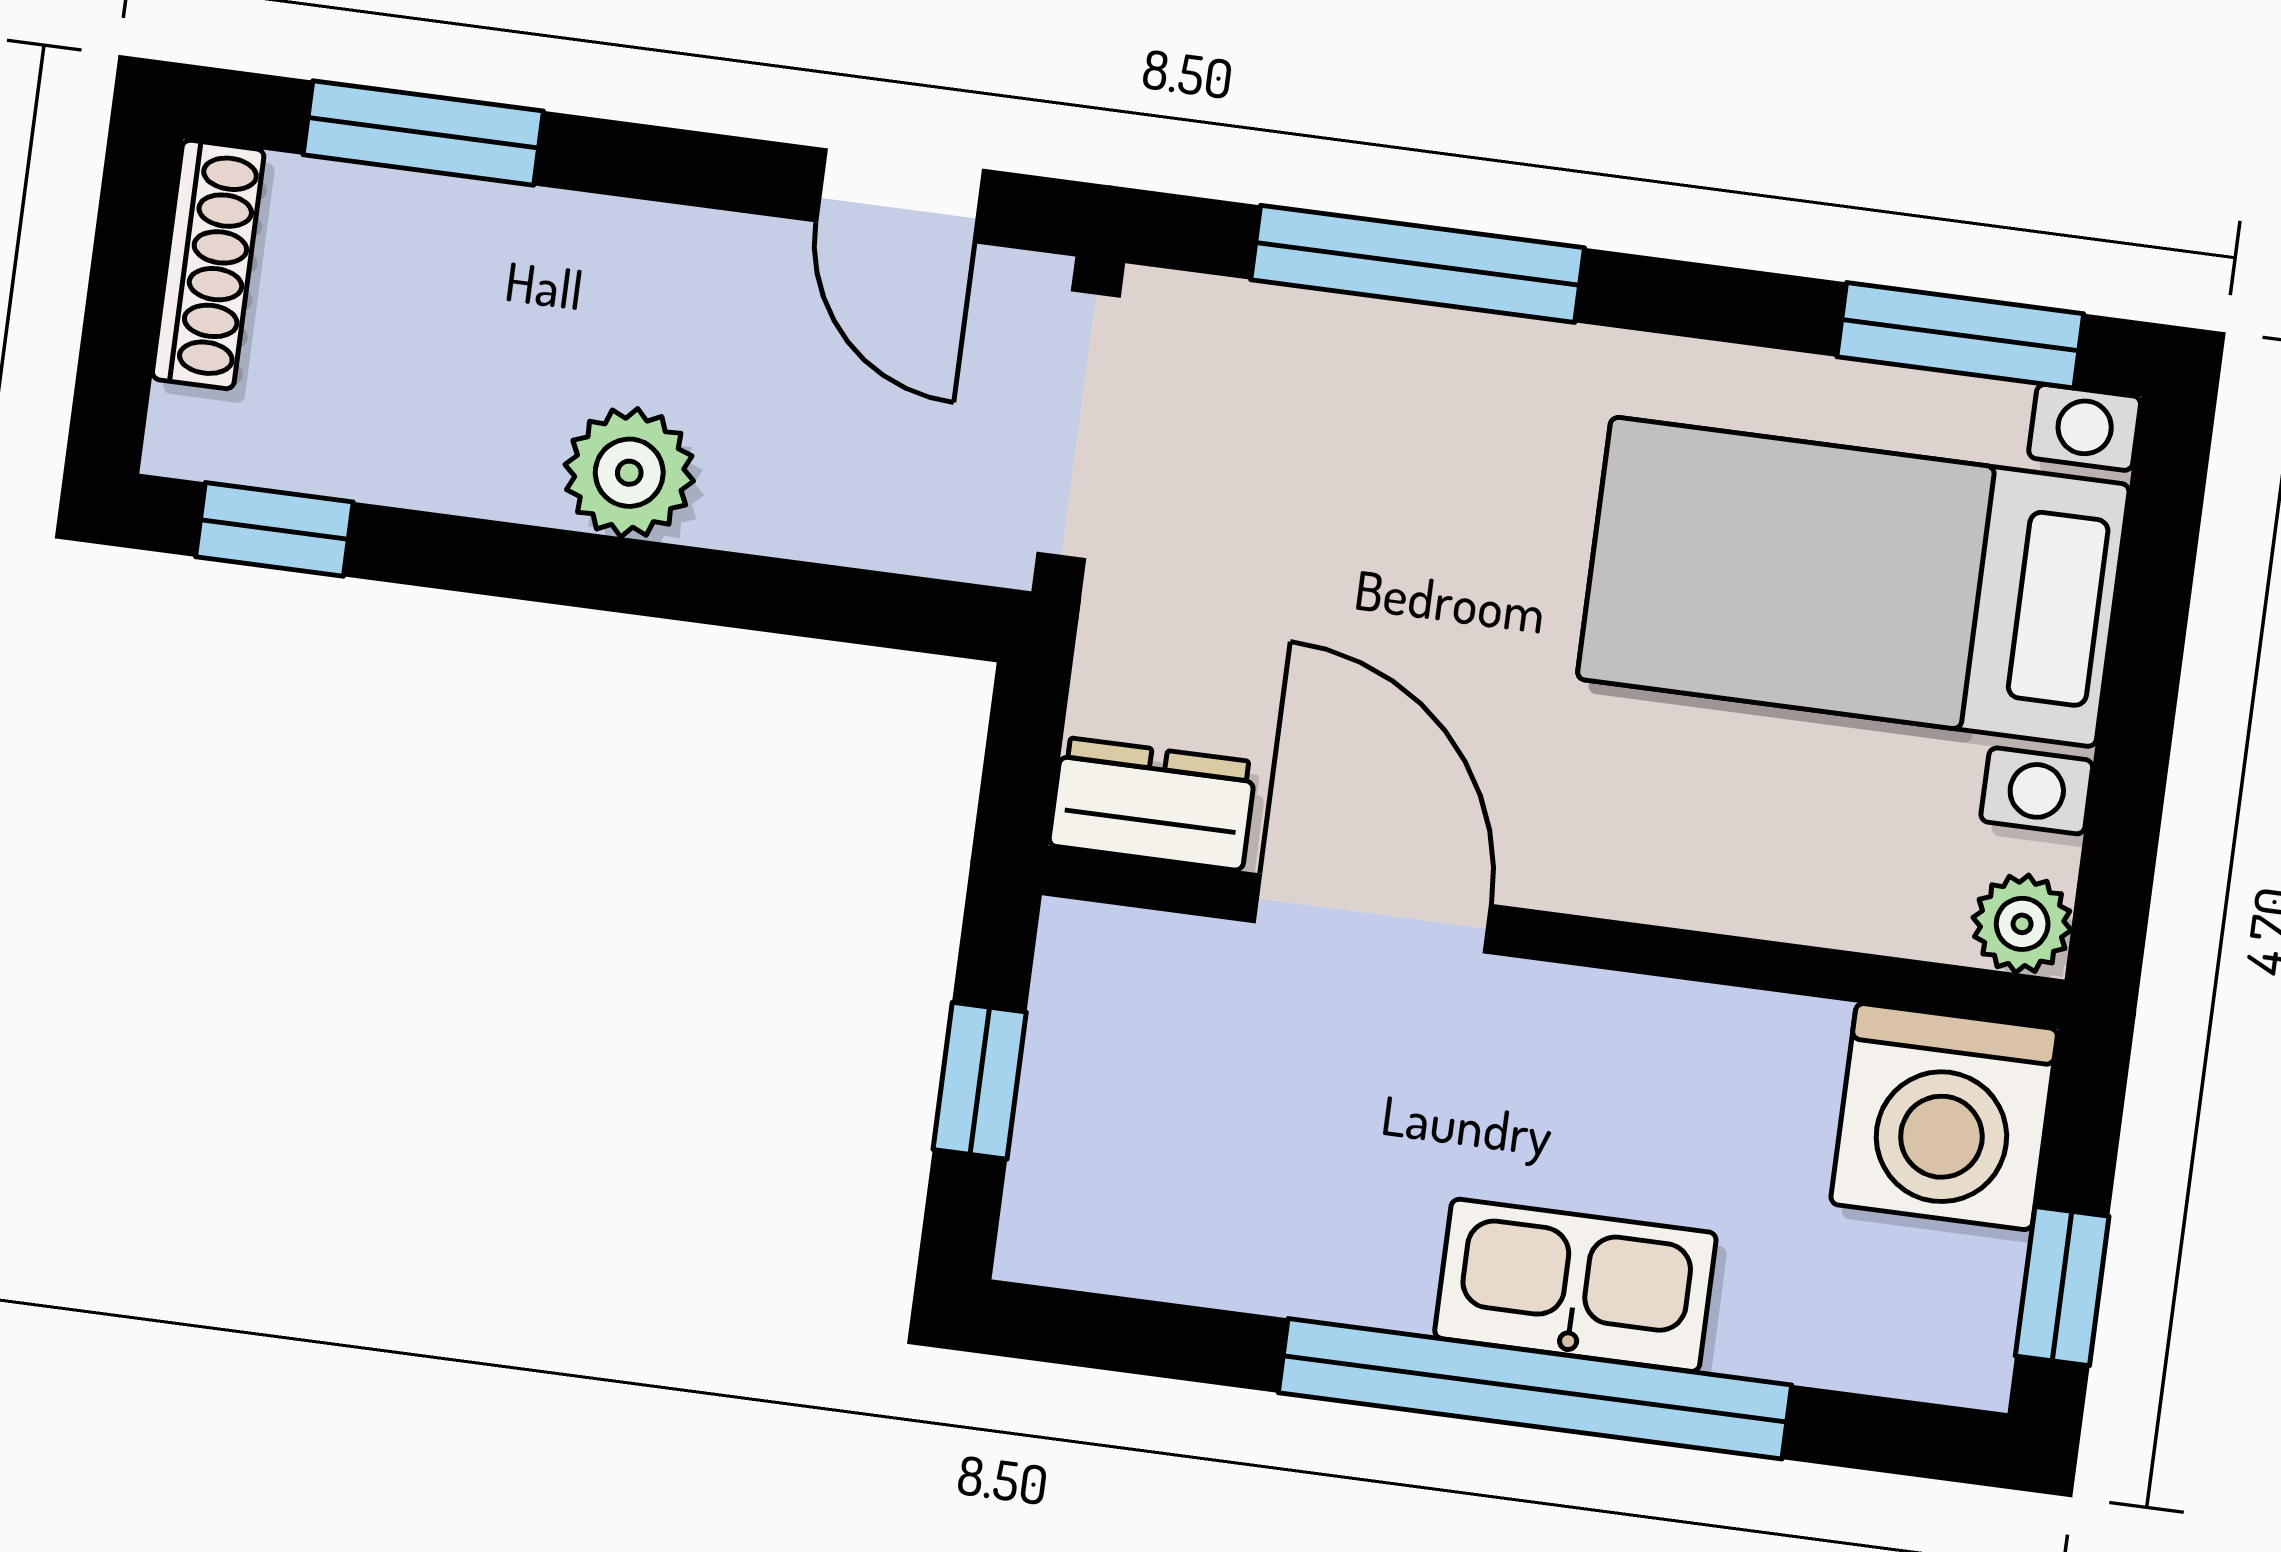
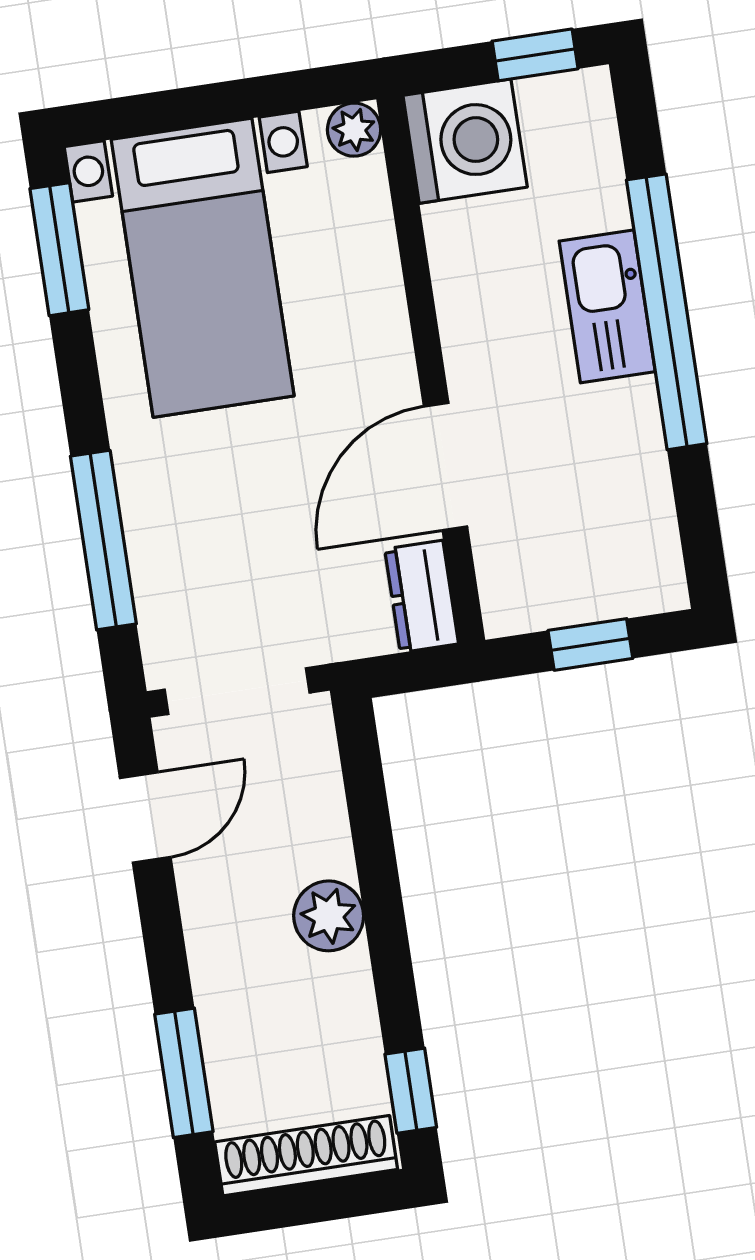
shoe rack: (208, 264) -> (306, 1156), width x1.36, depth x1.24

